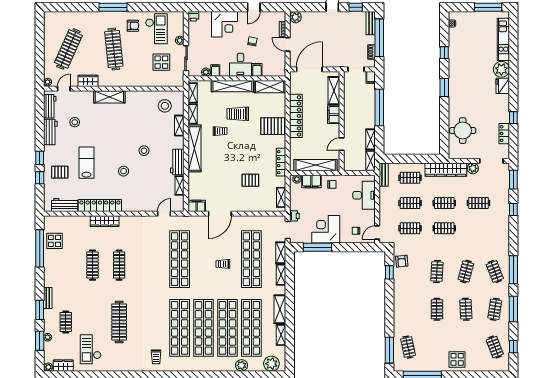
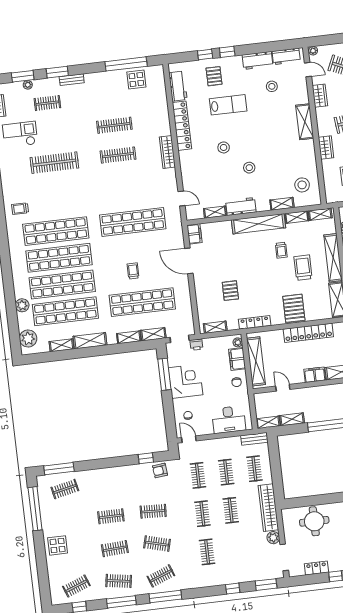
wardrobe: (134, 81) -> (326, 147), added
clothes rail: (479, 203) -> (207, 552), moved
wardrobe: (105, 221) -> (167, 152), moved

